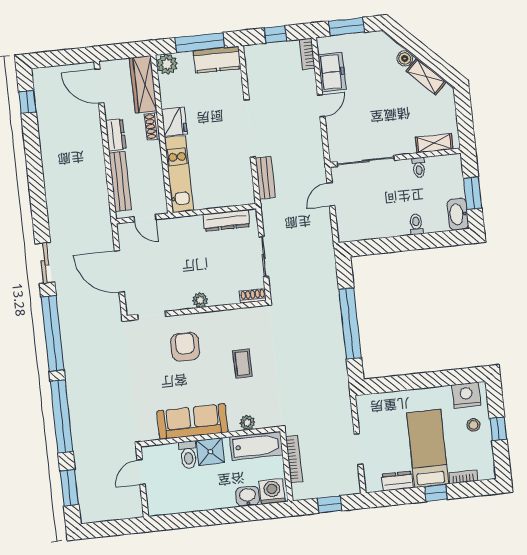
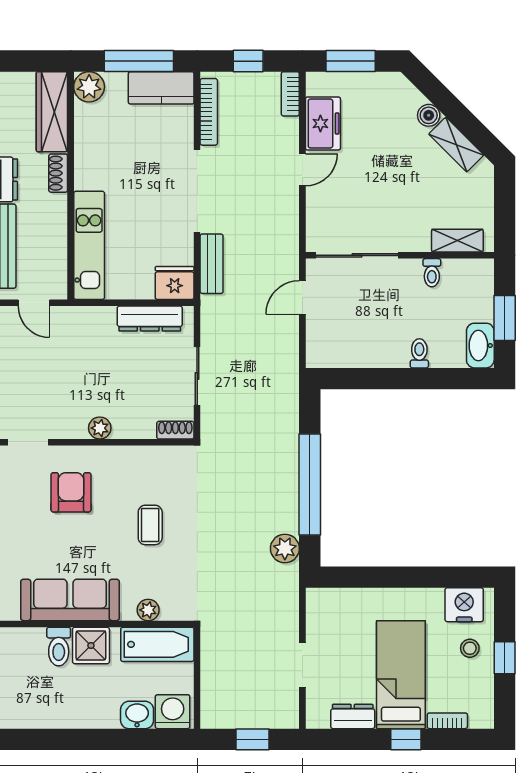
fridge: (174, 122) -> (175, 283), moved, turned -90
plant: (338, 370) -> (285, 548), added
bookcase: (294, 459) -> (209, 112), moved

